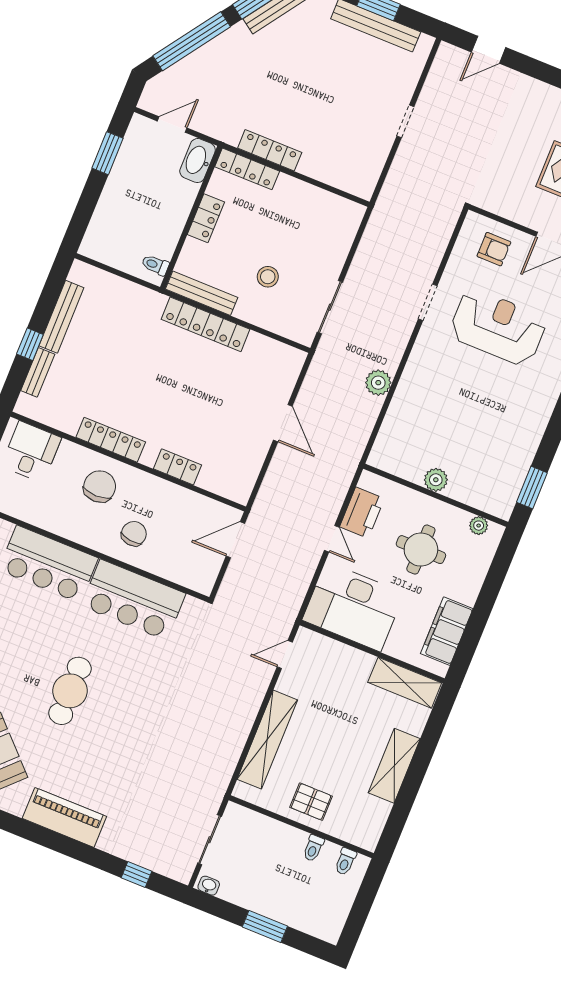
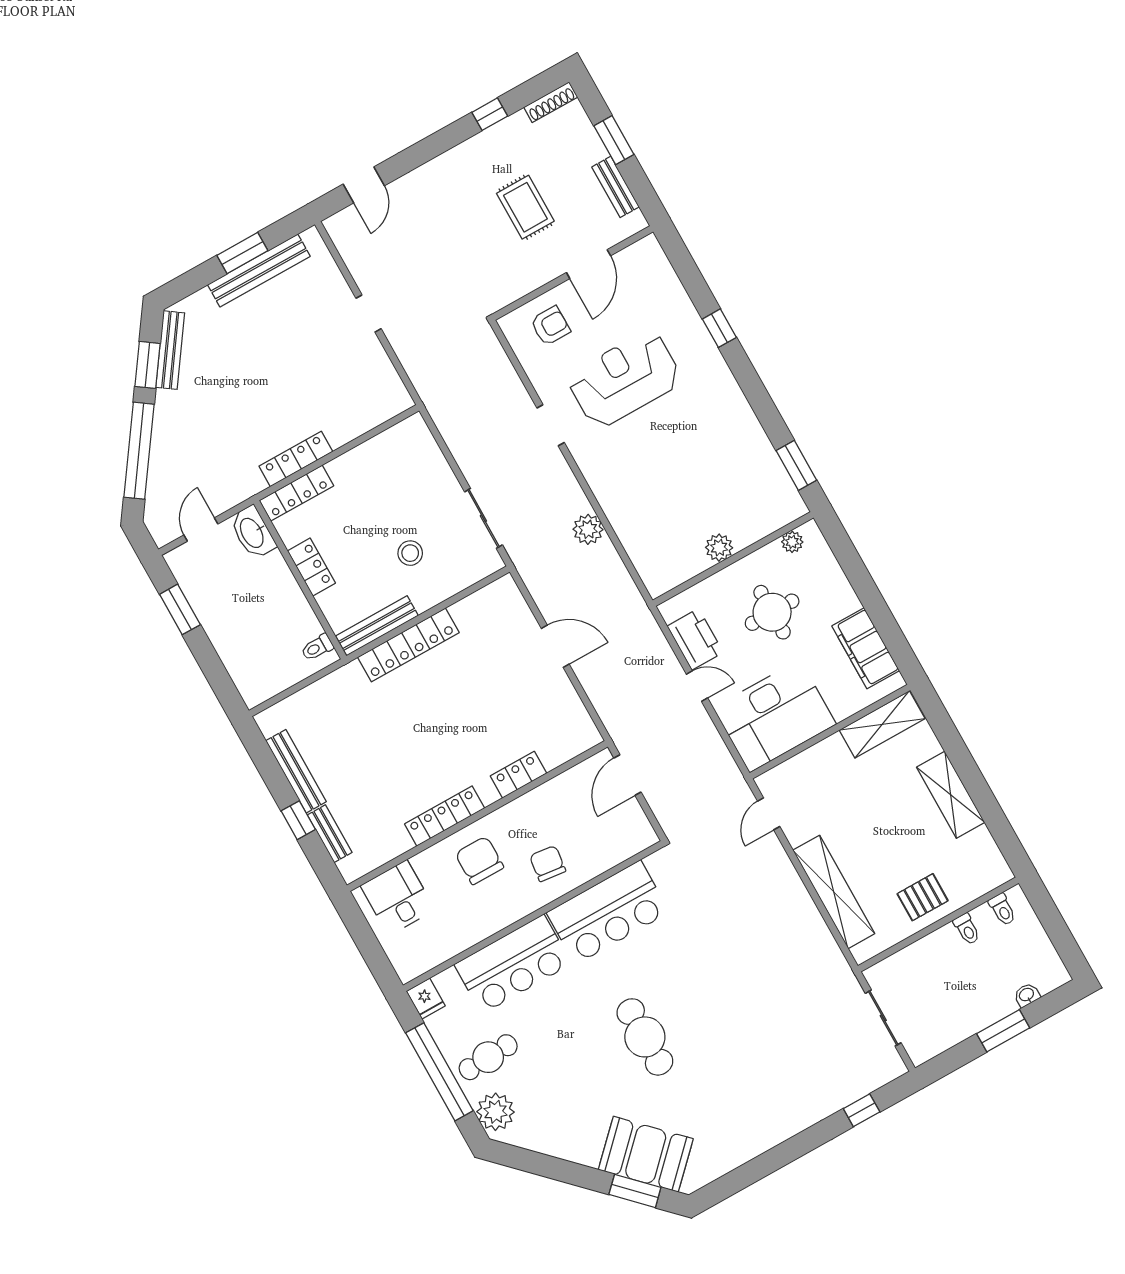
piano: (64, 817) -> (757, 1135), removed
washbasin: (209, 886) -> (1027, 995), moved

